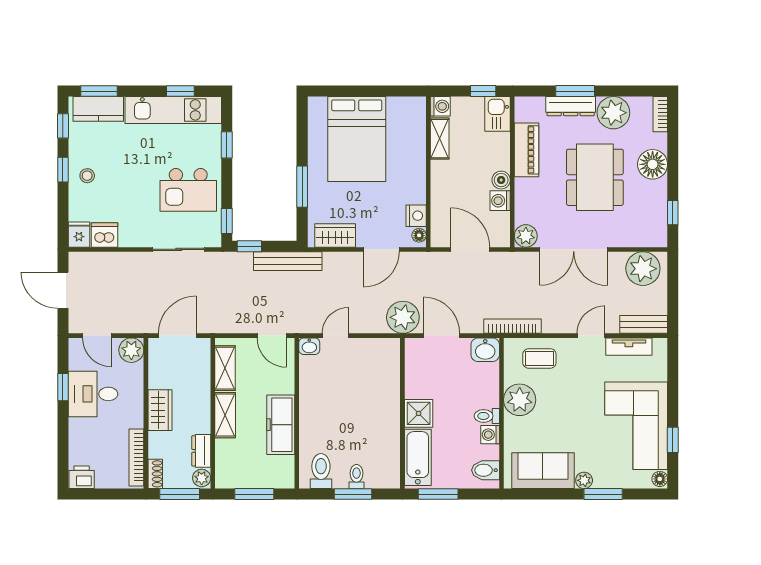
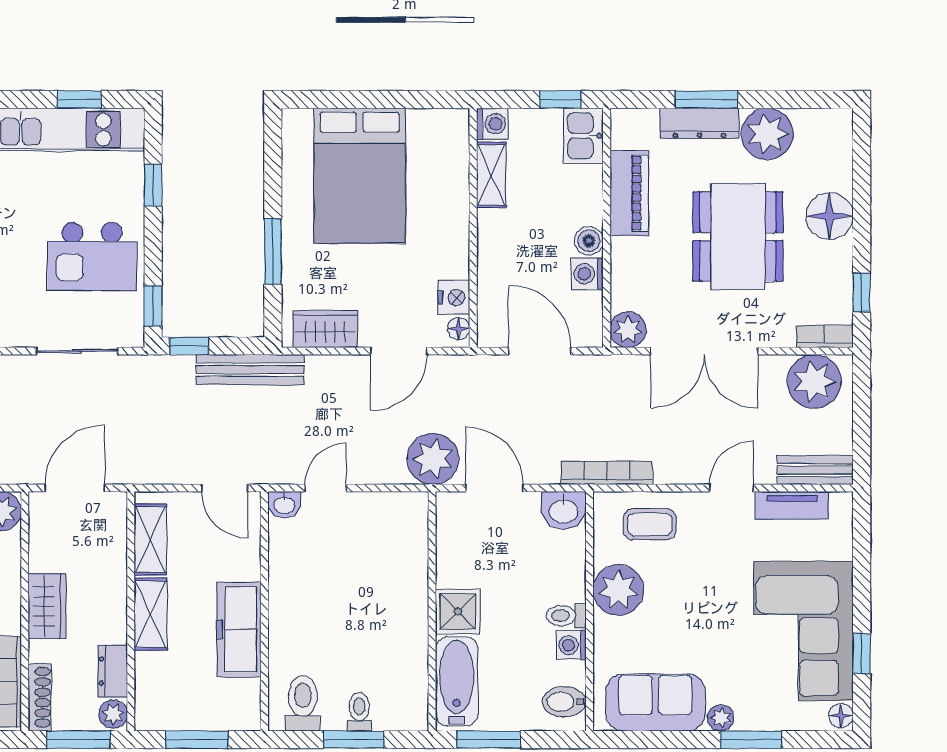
bookcase: (660, 114) -> (825, 336), moved, turned 90
shoe rack: (155, 474) -> (40, 697), width x1.43

